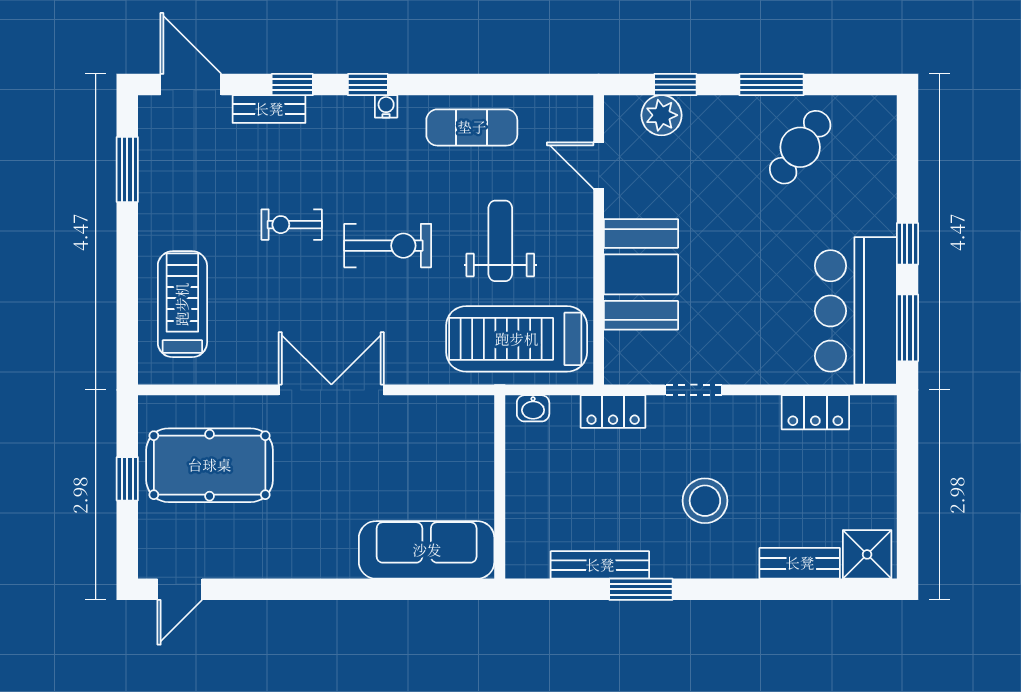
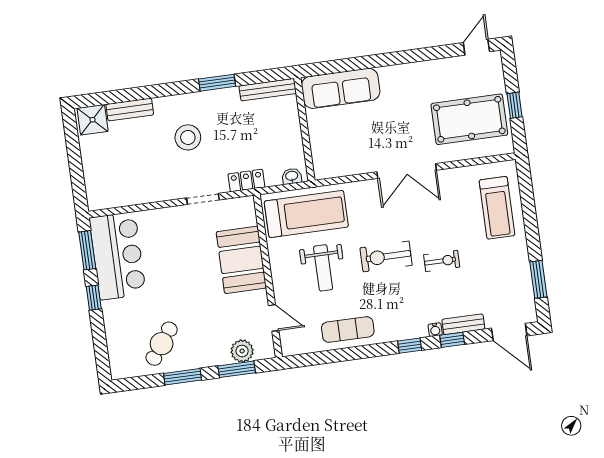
window: (675, 85) -> (237, 369), width x1.50
water cooler: (386, 106) -> (435, 330), moved
locker: (815, 412) -> (133, 196), removed
bench: (600, 565) -> (268, 90), moved

